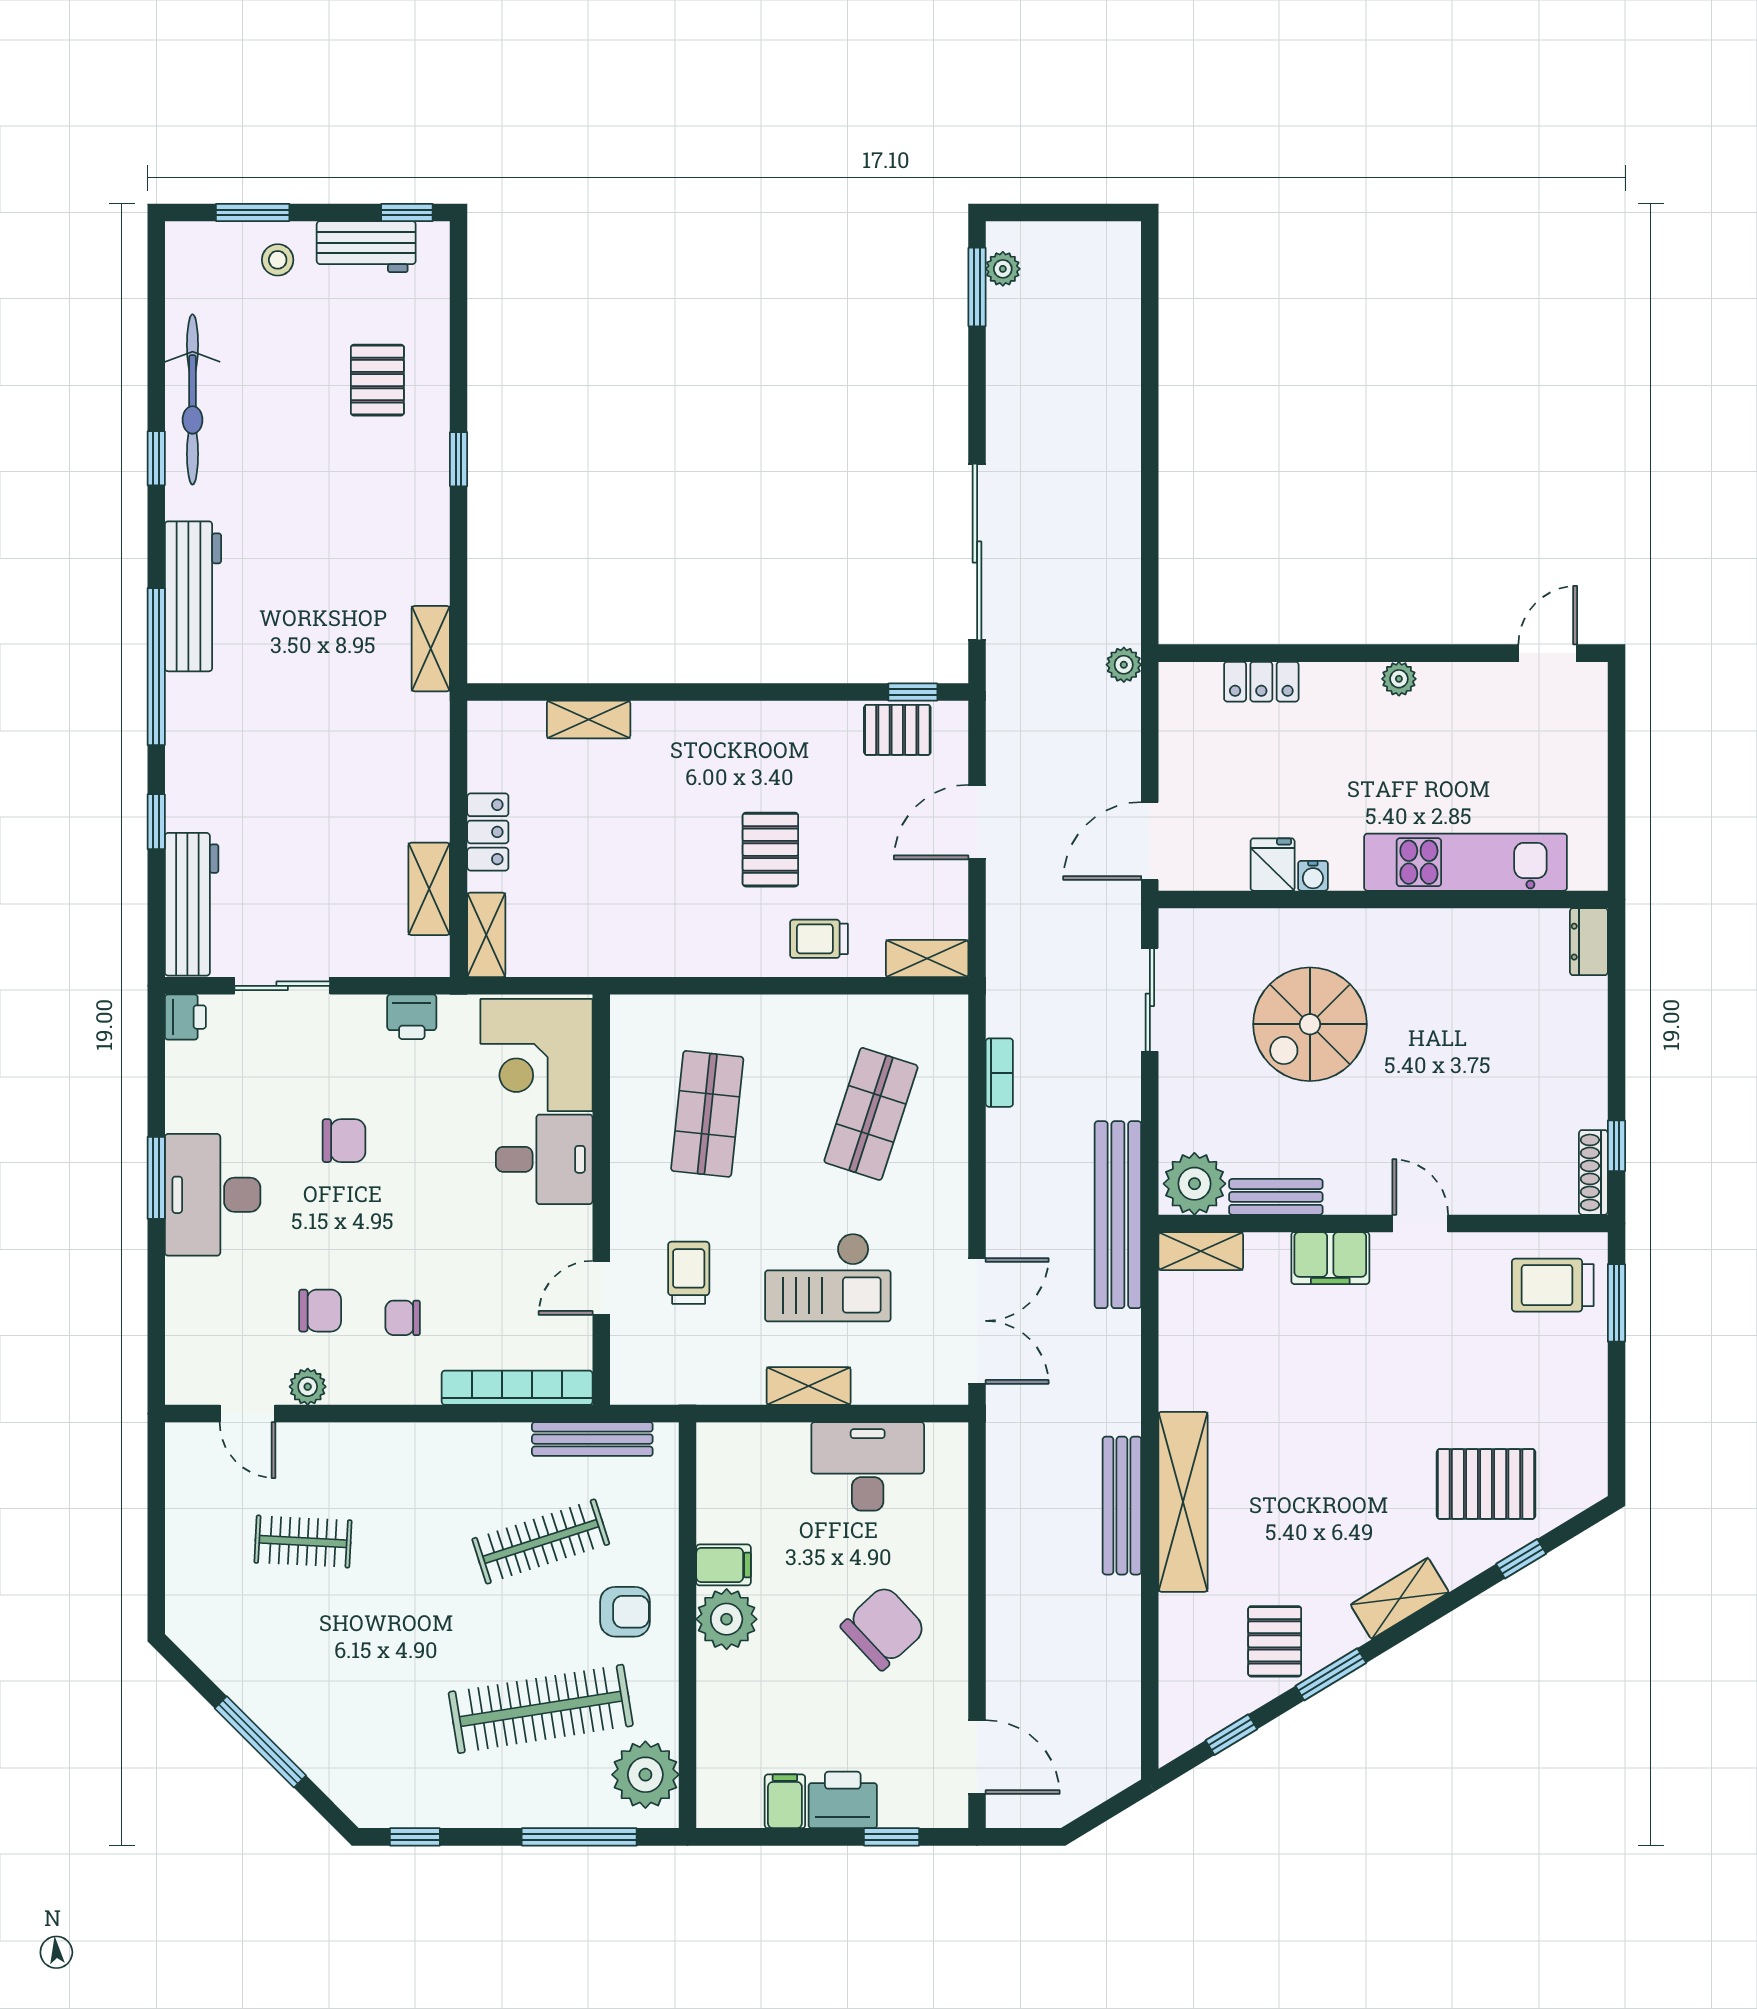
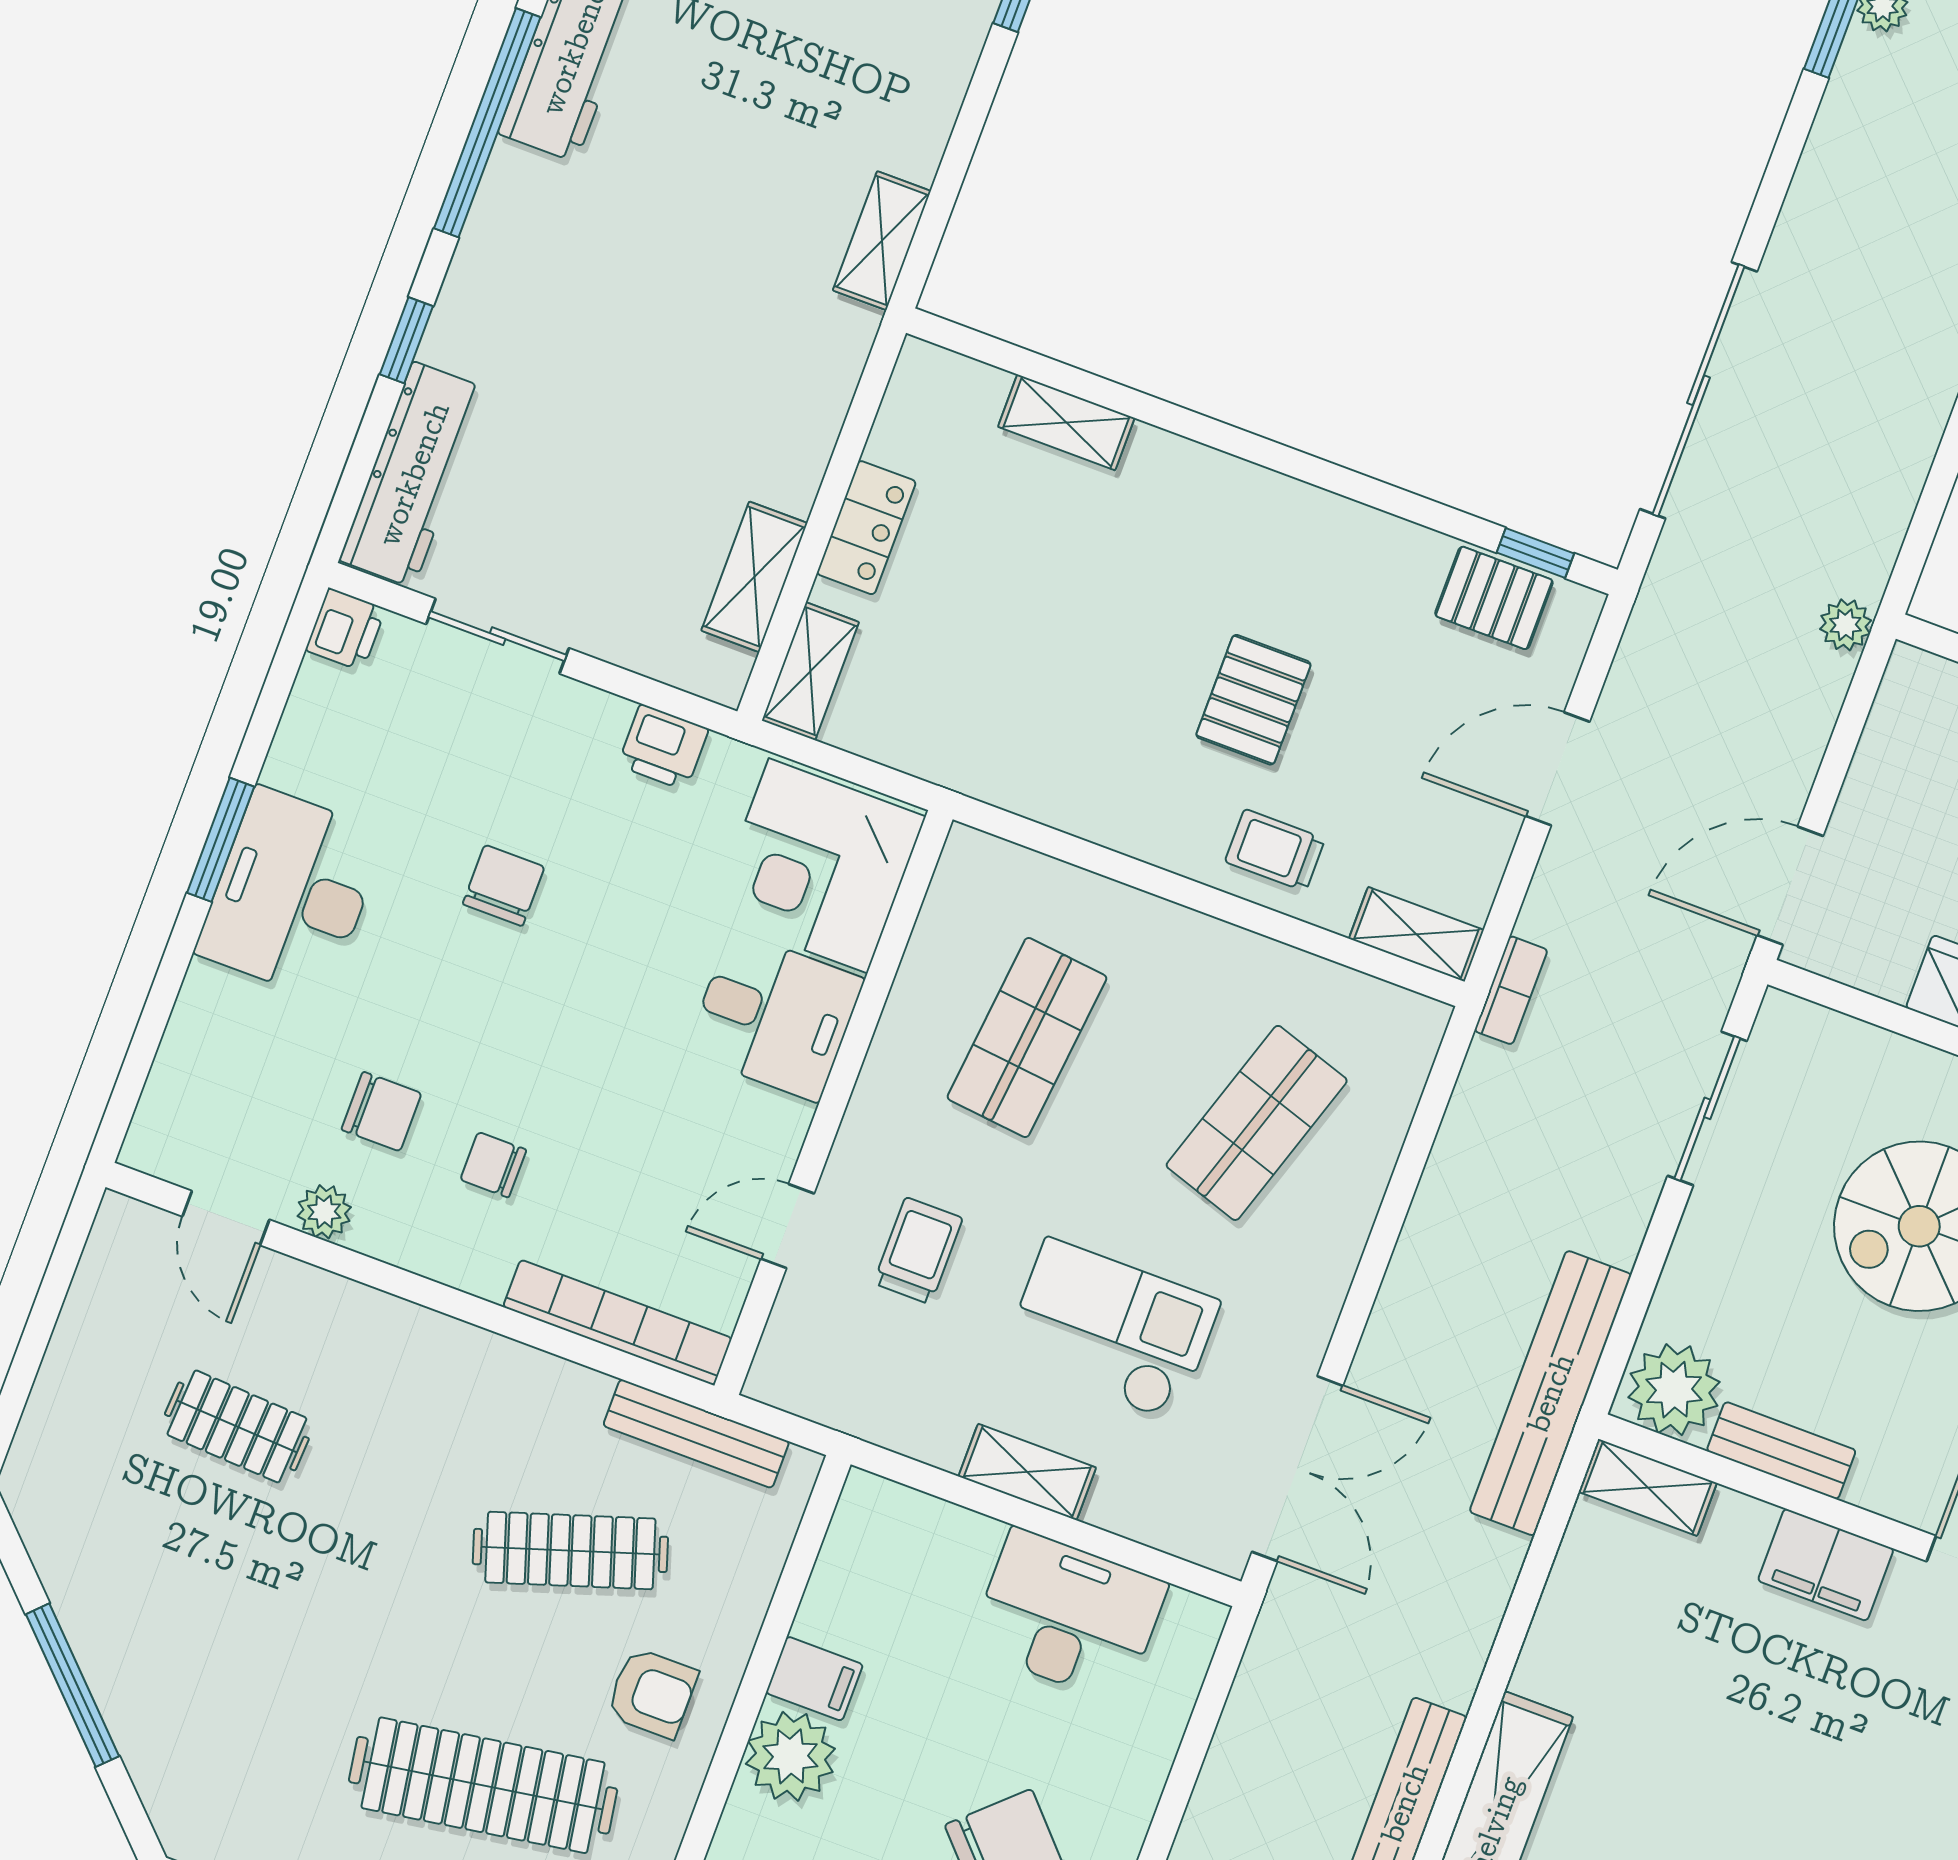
bookcase: (999, 1073) -> (1511, 990), moved
chair: (344, 1141) -> (504, 886), turned -90
checkout: (828, 1277) -> (1111, 1330), turned 180

